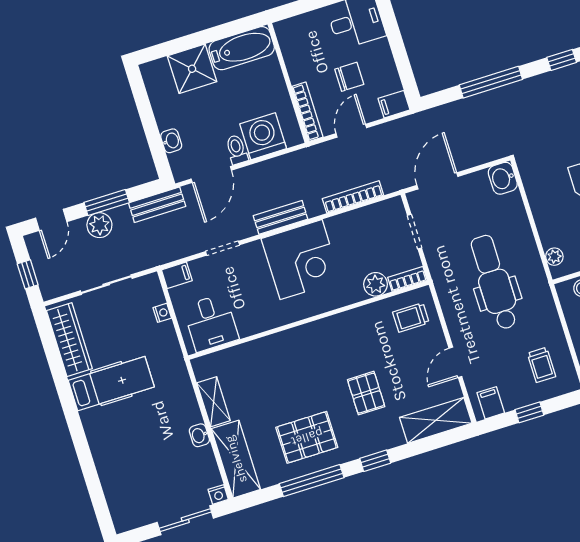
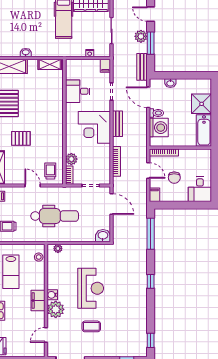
window: (491, 82) -> (151, 234), moved
desk: (211, 323) -> (78, 91), moved
door: (455, 362) -> (33, 186), moved
shelving: (214, 402) -> (50, 64), moved

